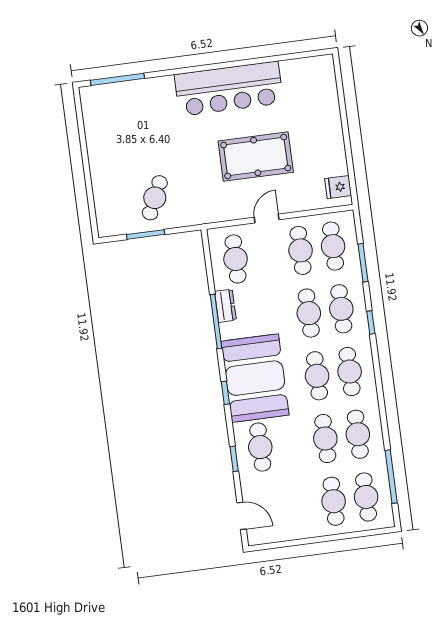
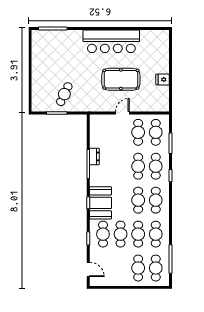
fridge: (338, 187) -> (163, 79), moved
cafe table: (236, 259) -> (121, 234), moved
booth: (255, 378) -> (100, 203), width x0.73, depth x0.70

